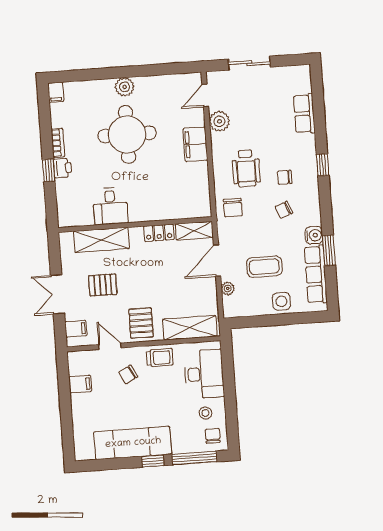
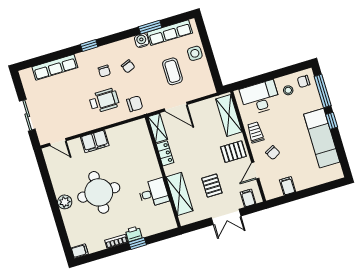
row of seats: (304, 114) -> (55, 67), width x1.48
plant: (219, 121) -> (74, 127), removed
plant: (228, 289) -> (194, 94), removed

